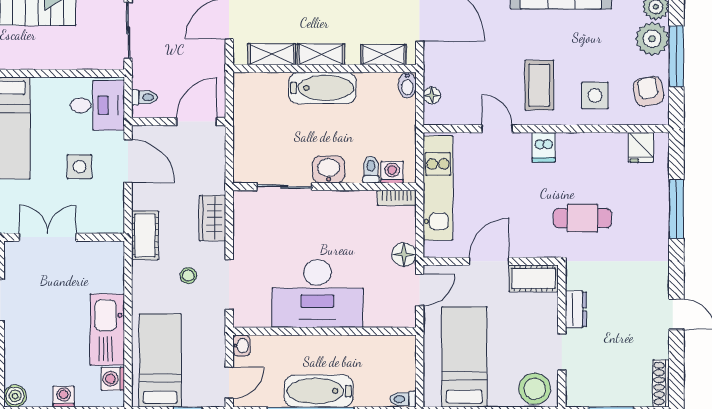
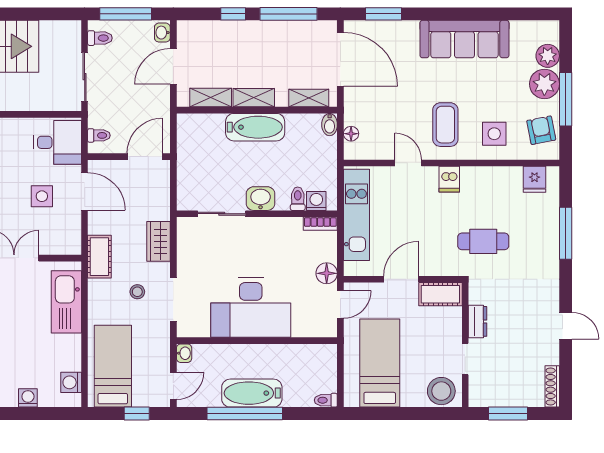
kitchen sink: (107, 330) -> (66, 302), moved

